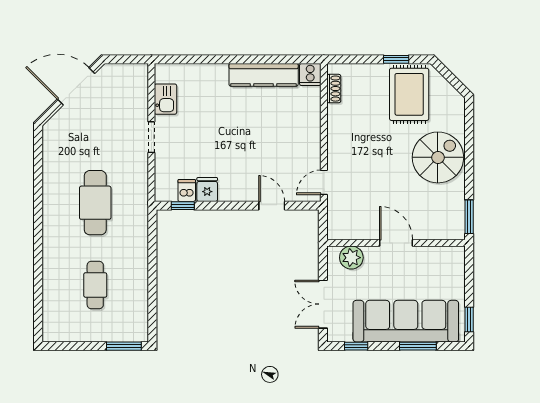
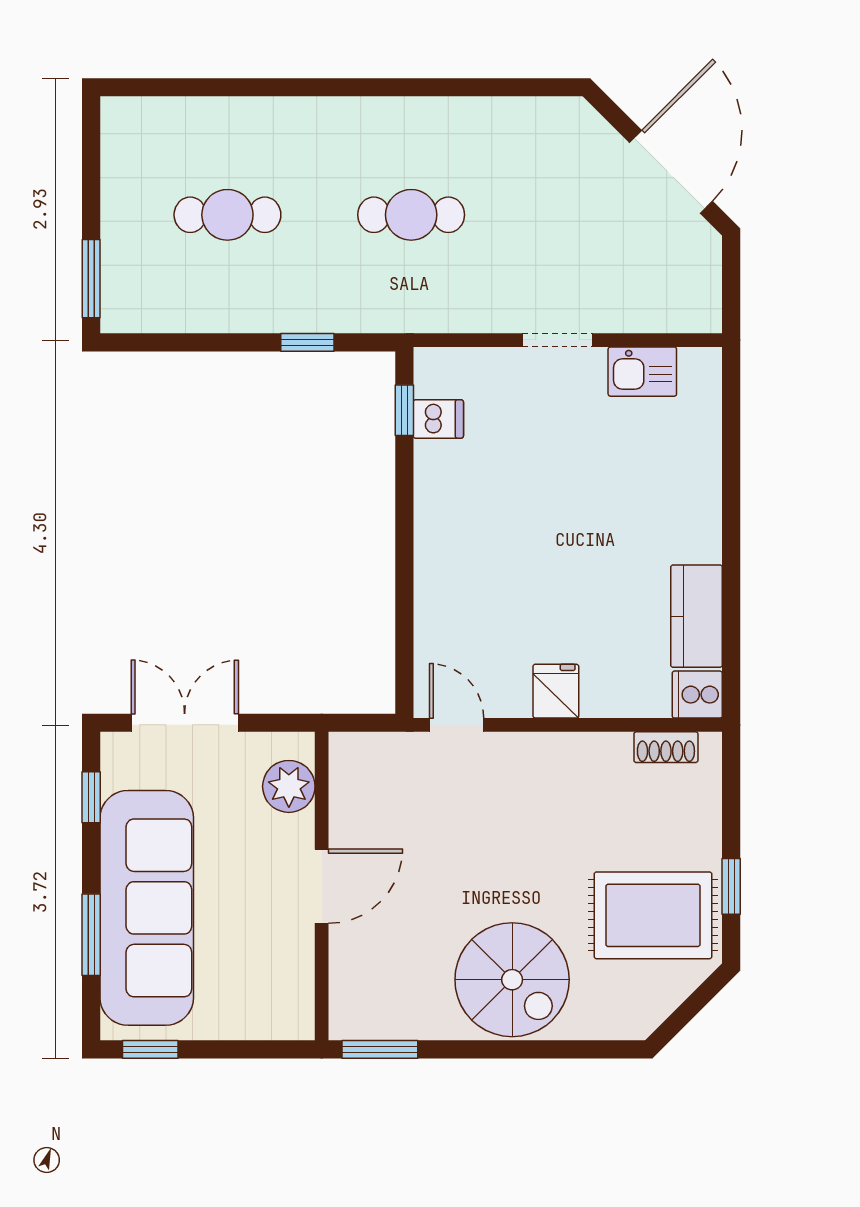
kitchen counter: (264, 75) -> (697, 616), width x0.67
fridge: (207, 190) -> (556, 691), moved, turned -90
cafe table: (95, 203) -> (411, 215), width x0.73, depth x0.74
door: (272, 206) -> (404, 609), removed
window: (152, 249) -> (307, 342), added

